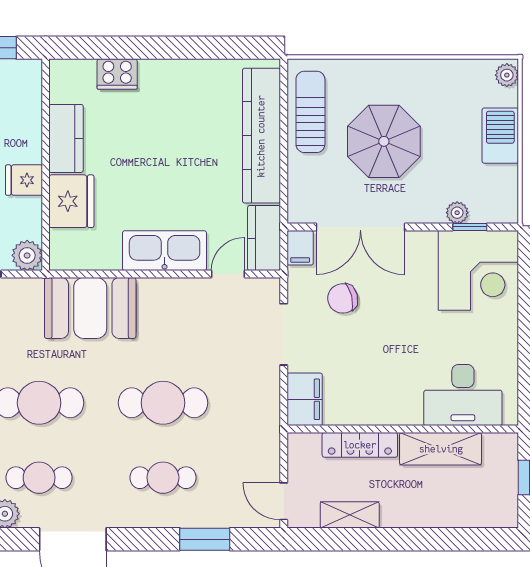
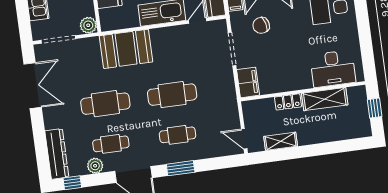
locker: (360, 445) -> (288, 102), width x0.66
window: (205, 539) -> (181, 168), moved

